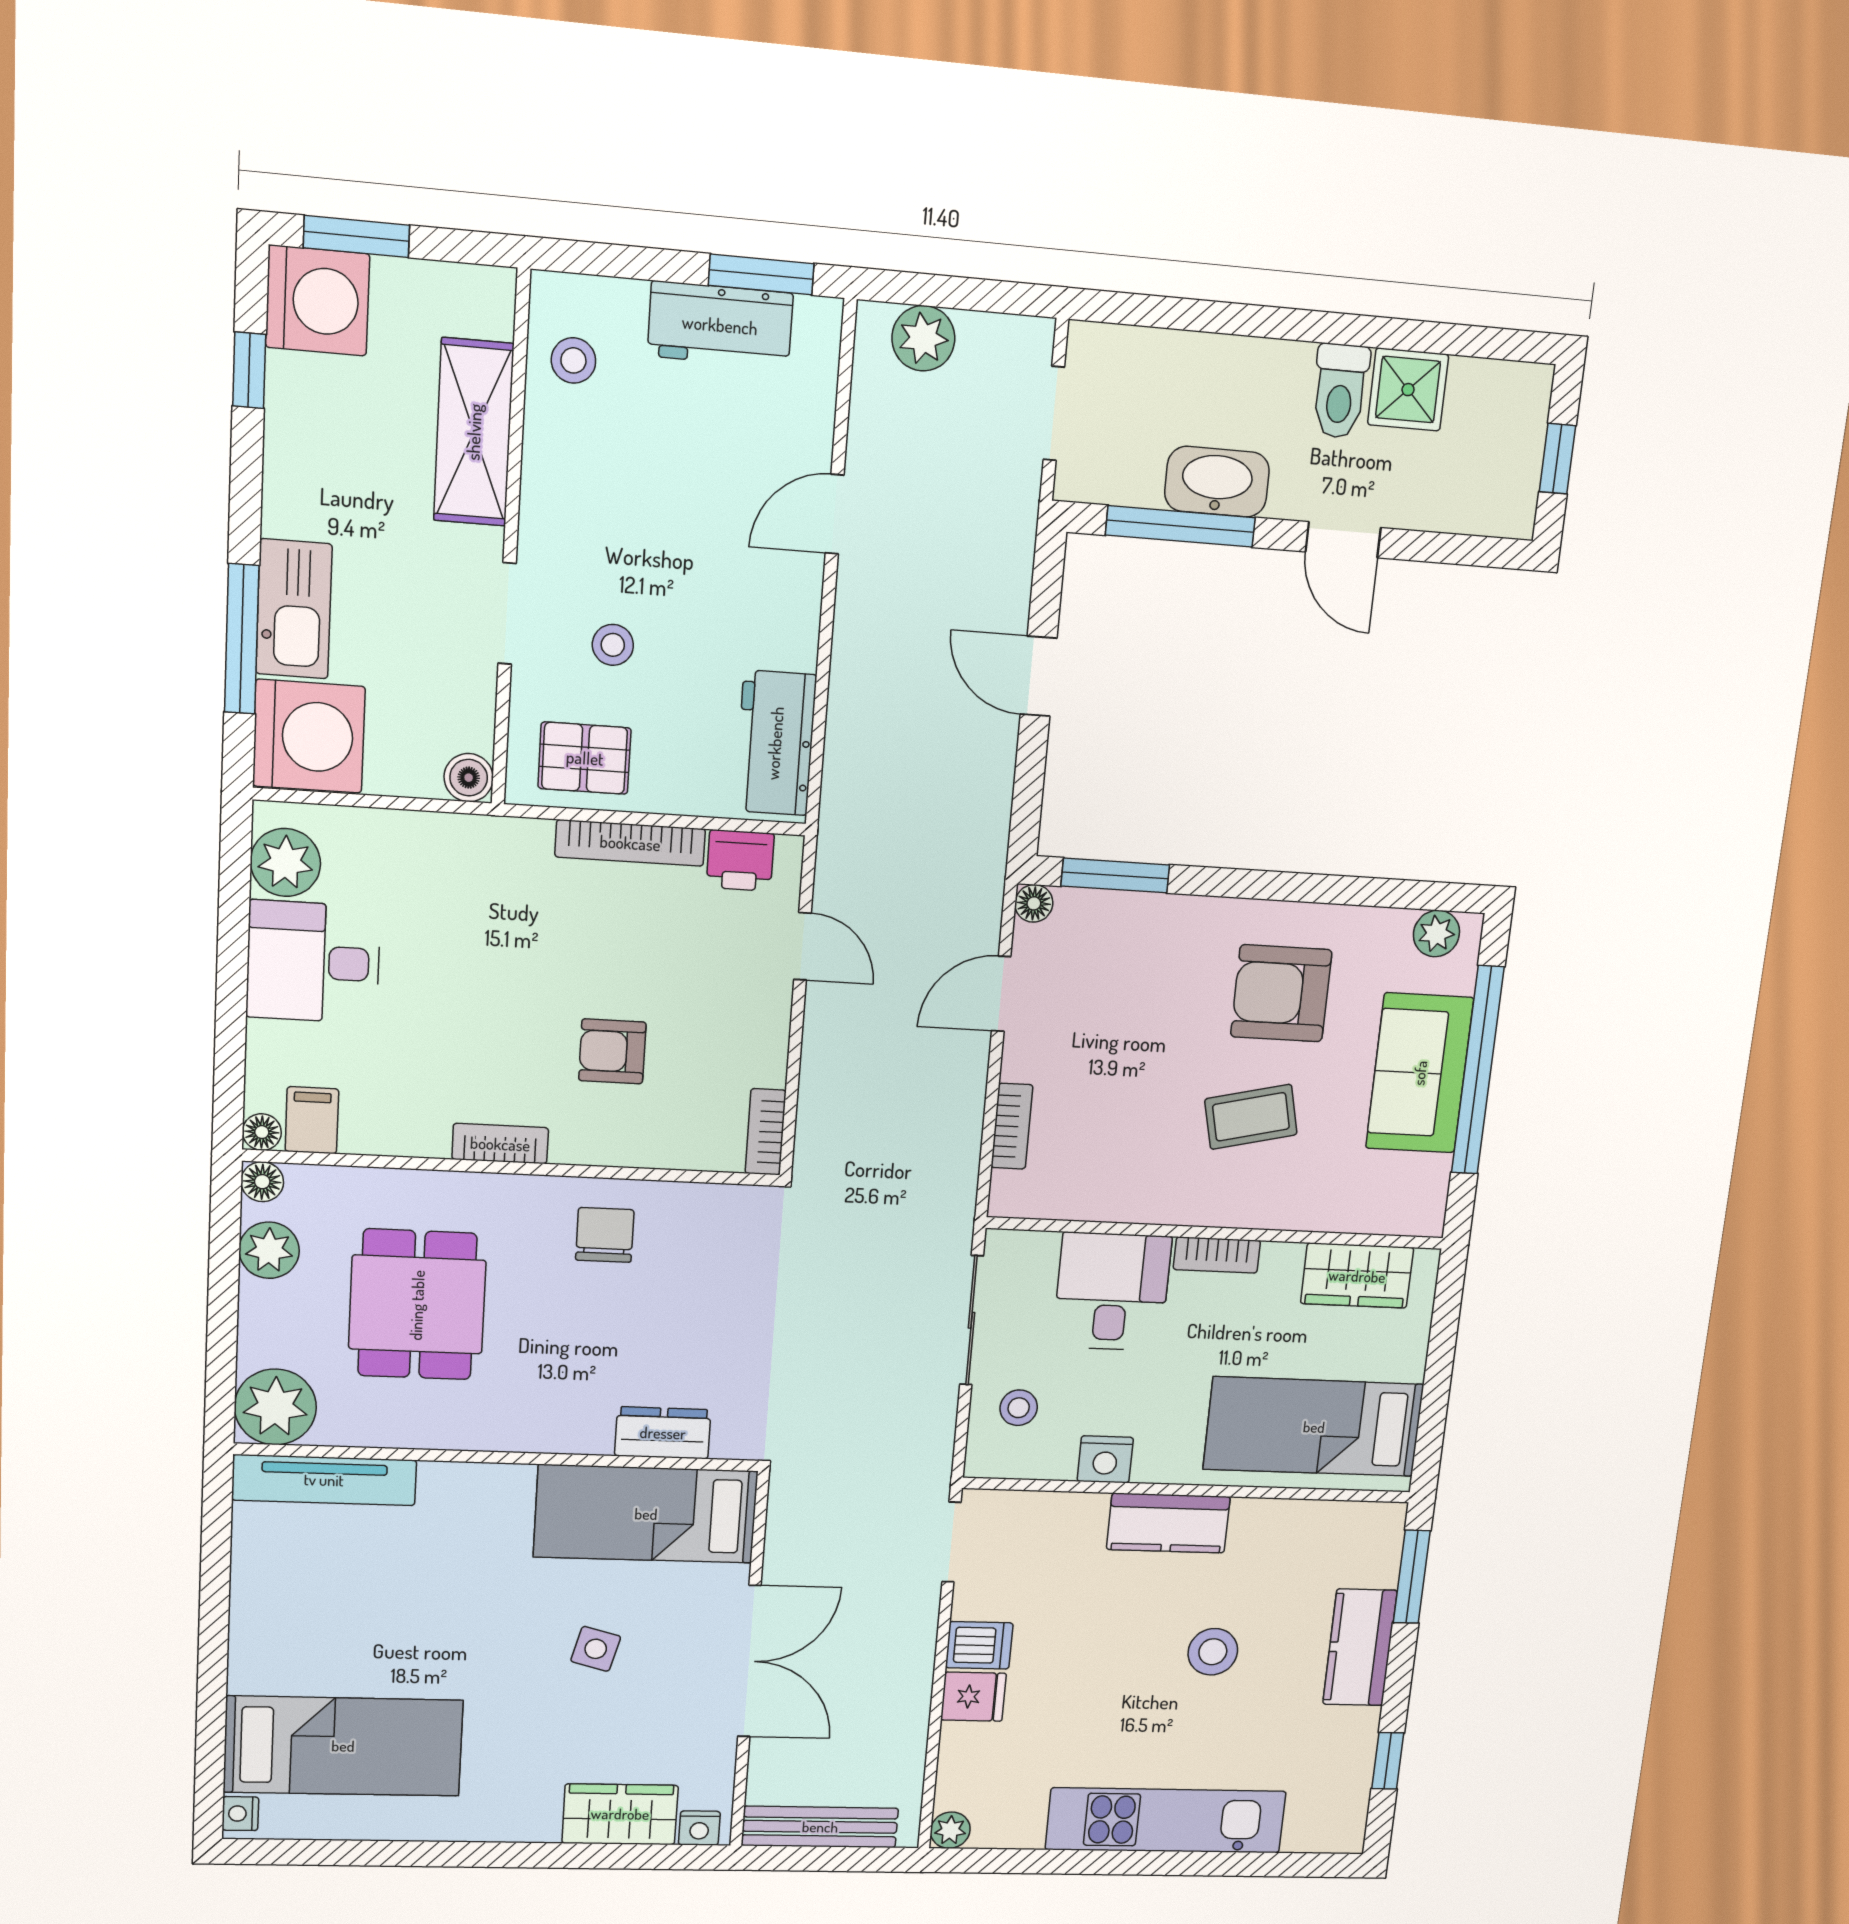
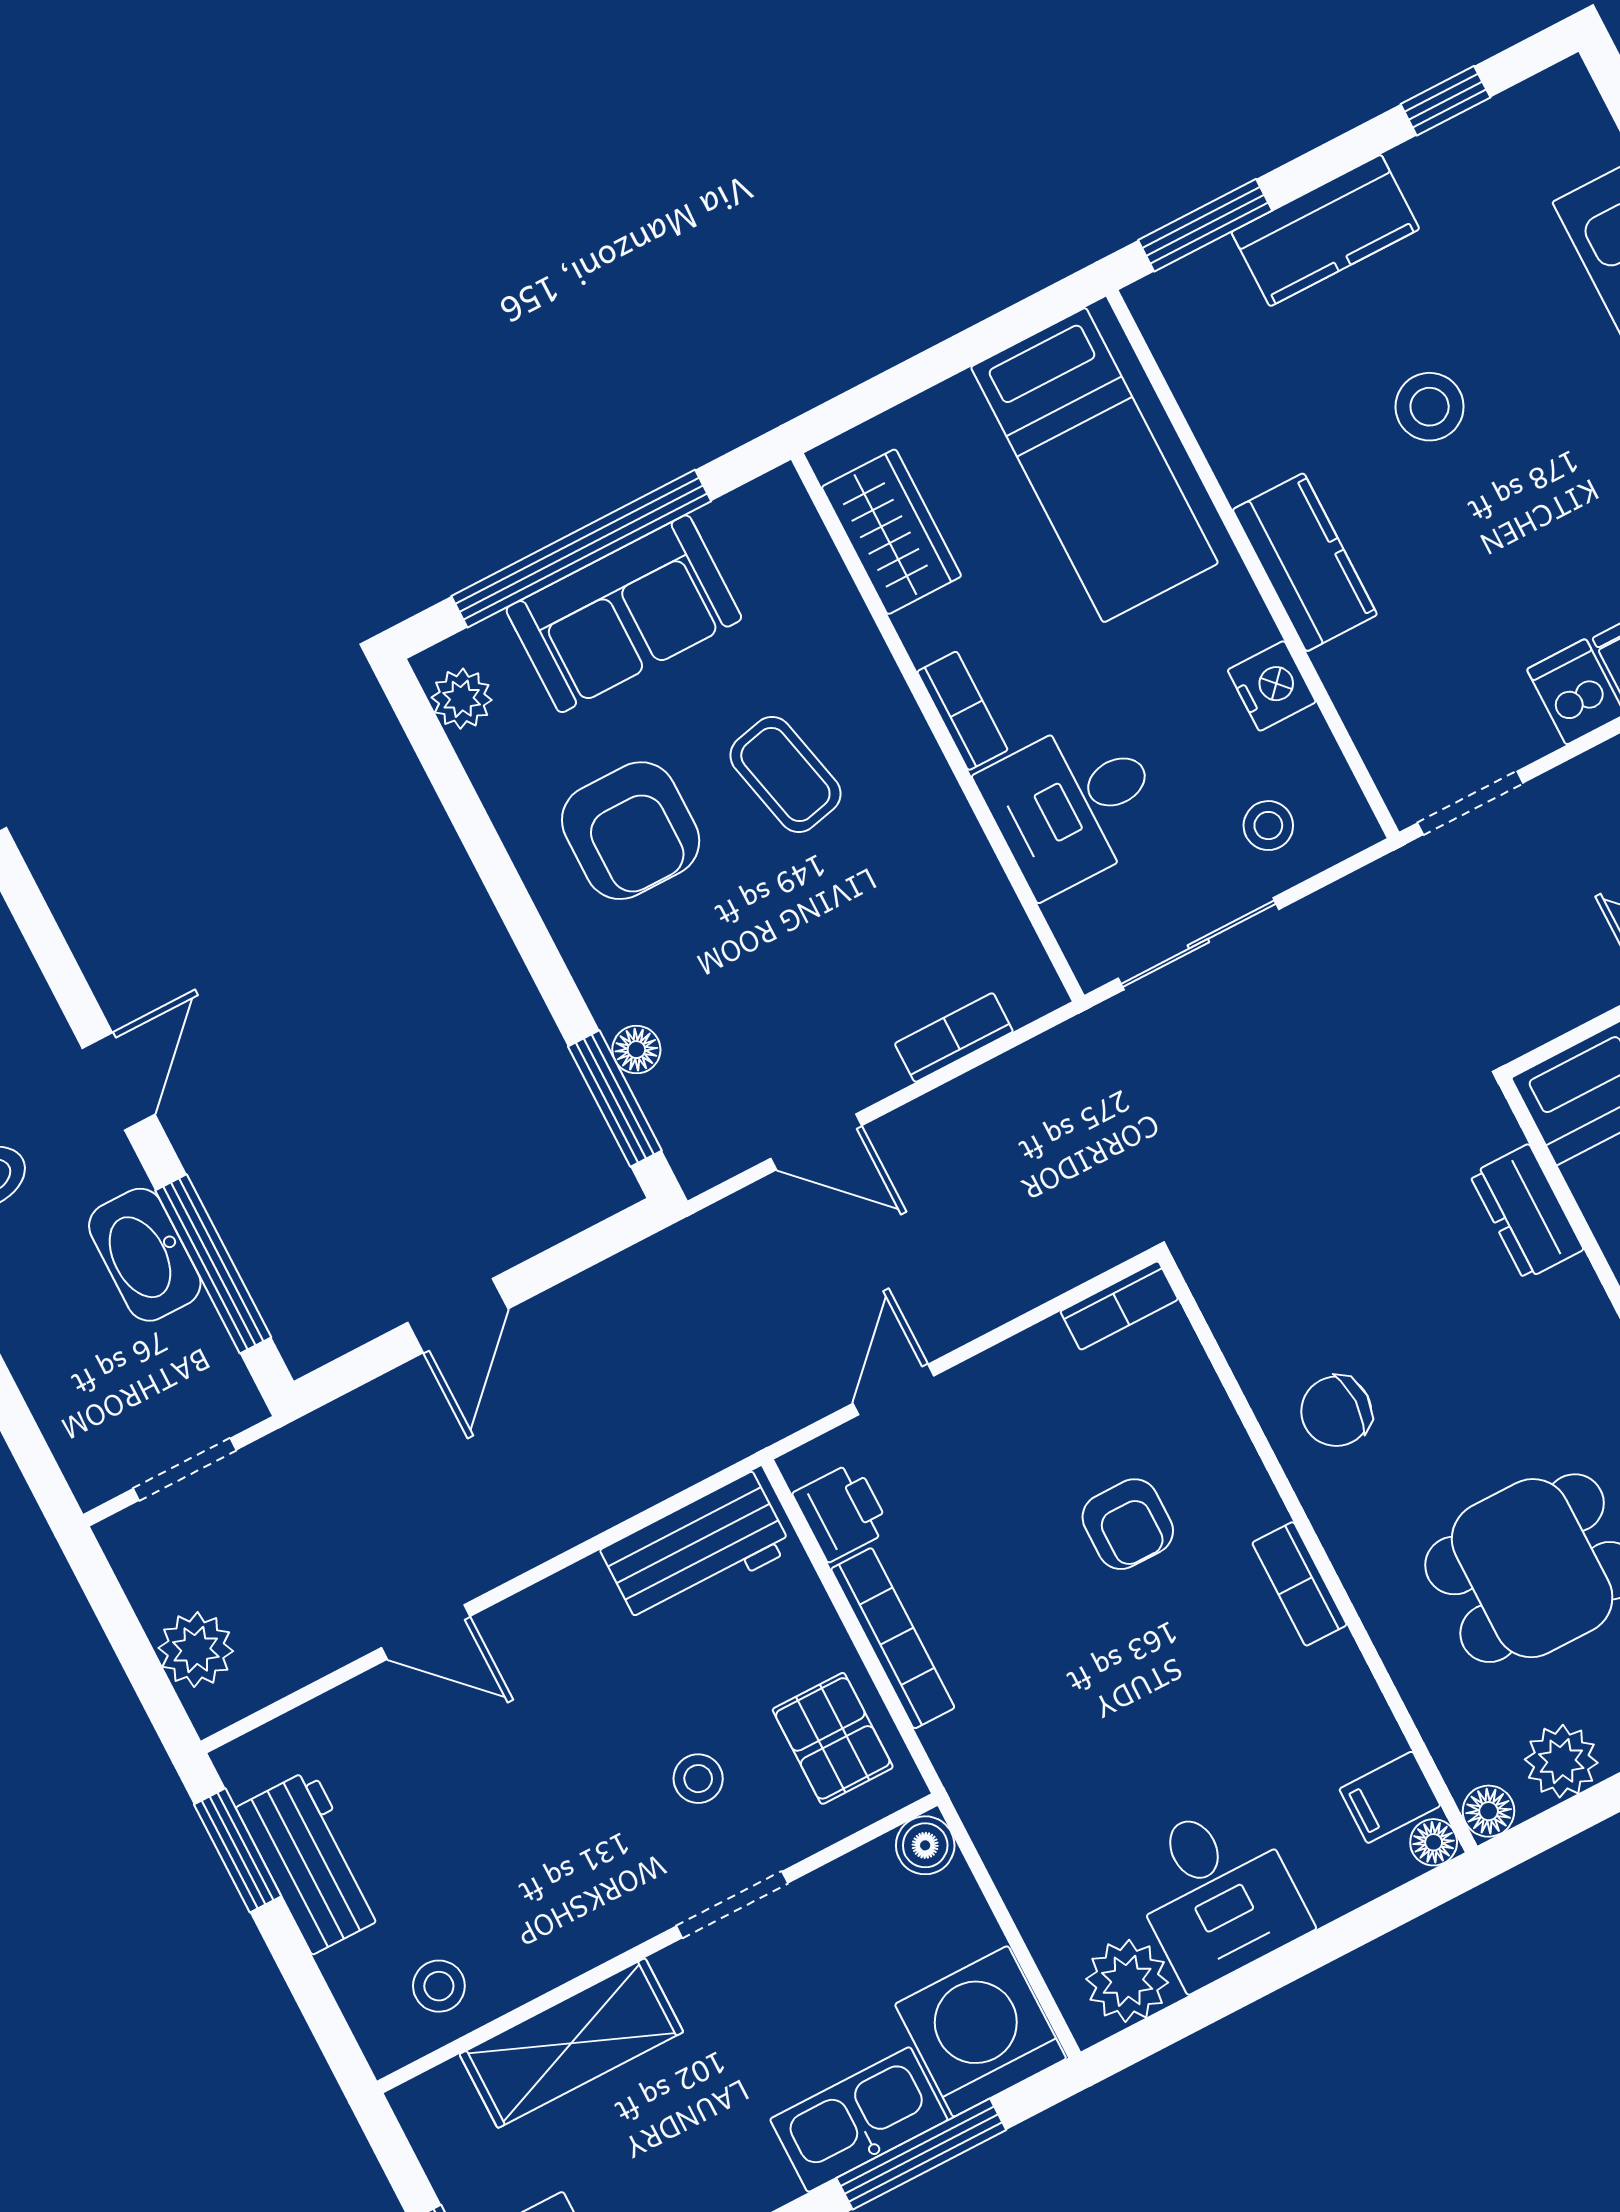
floor lamp: (1034, 903) -> (636, 1050), moved

